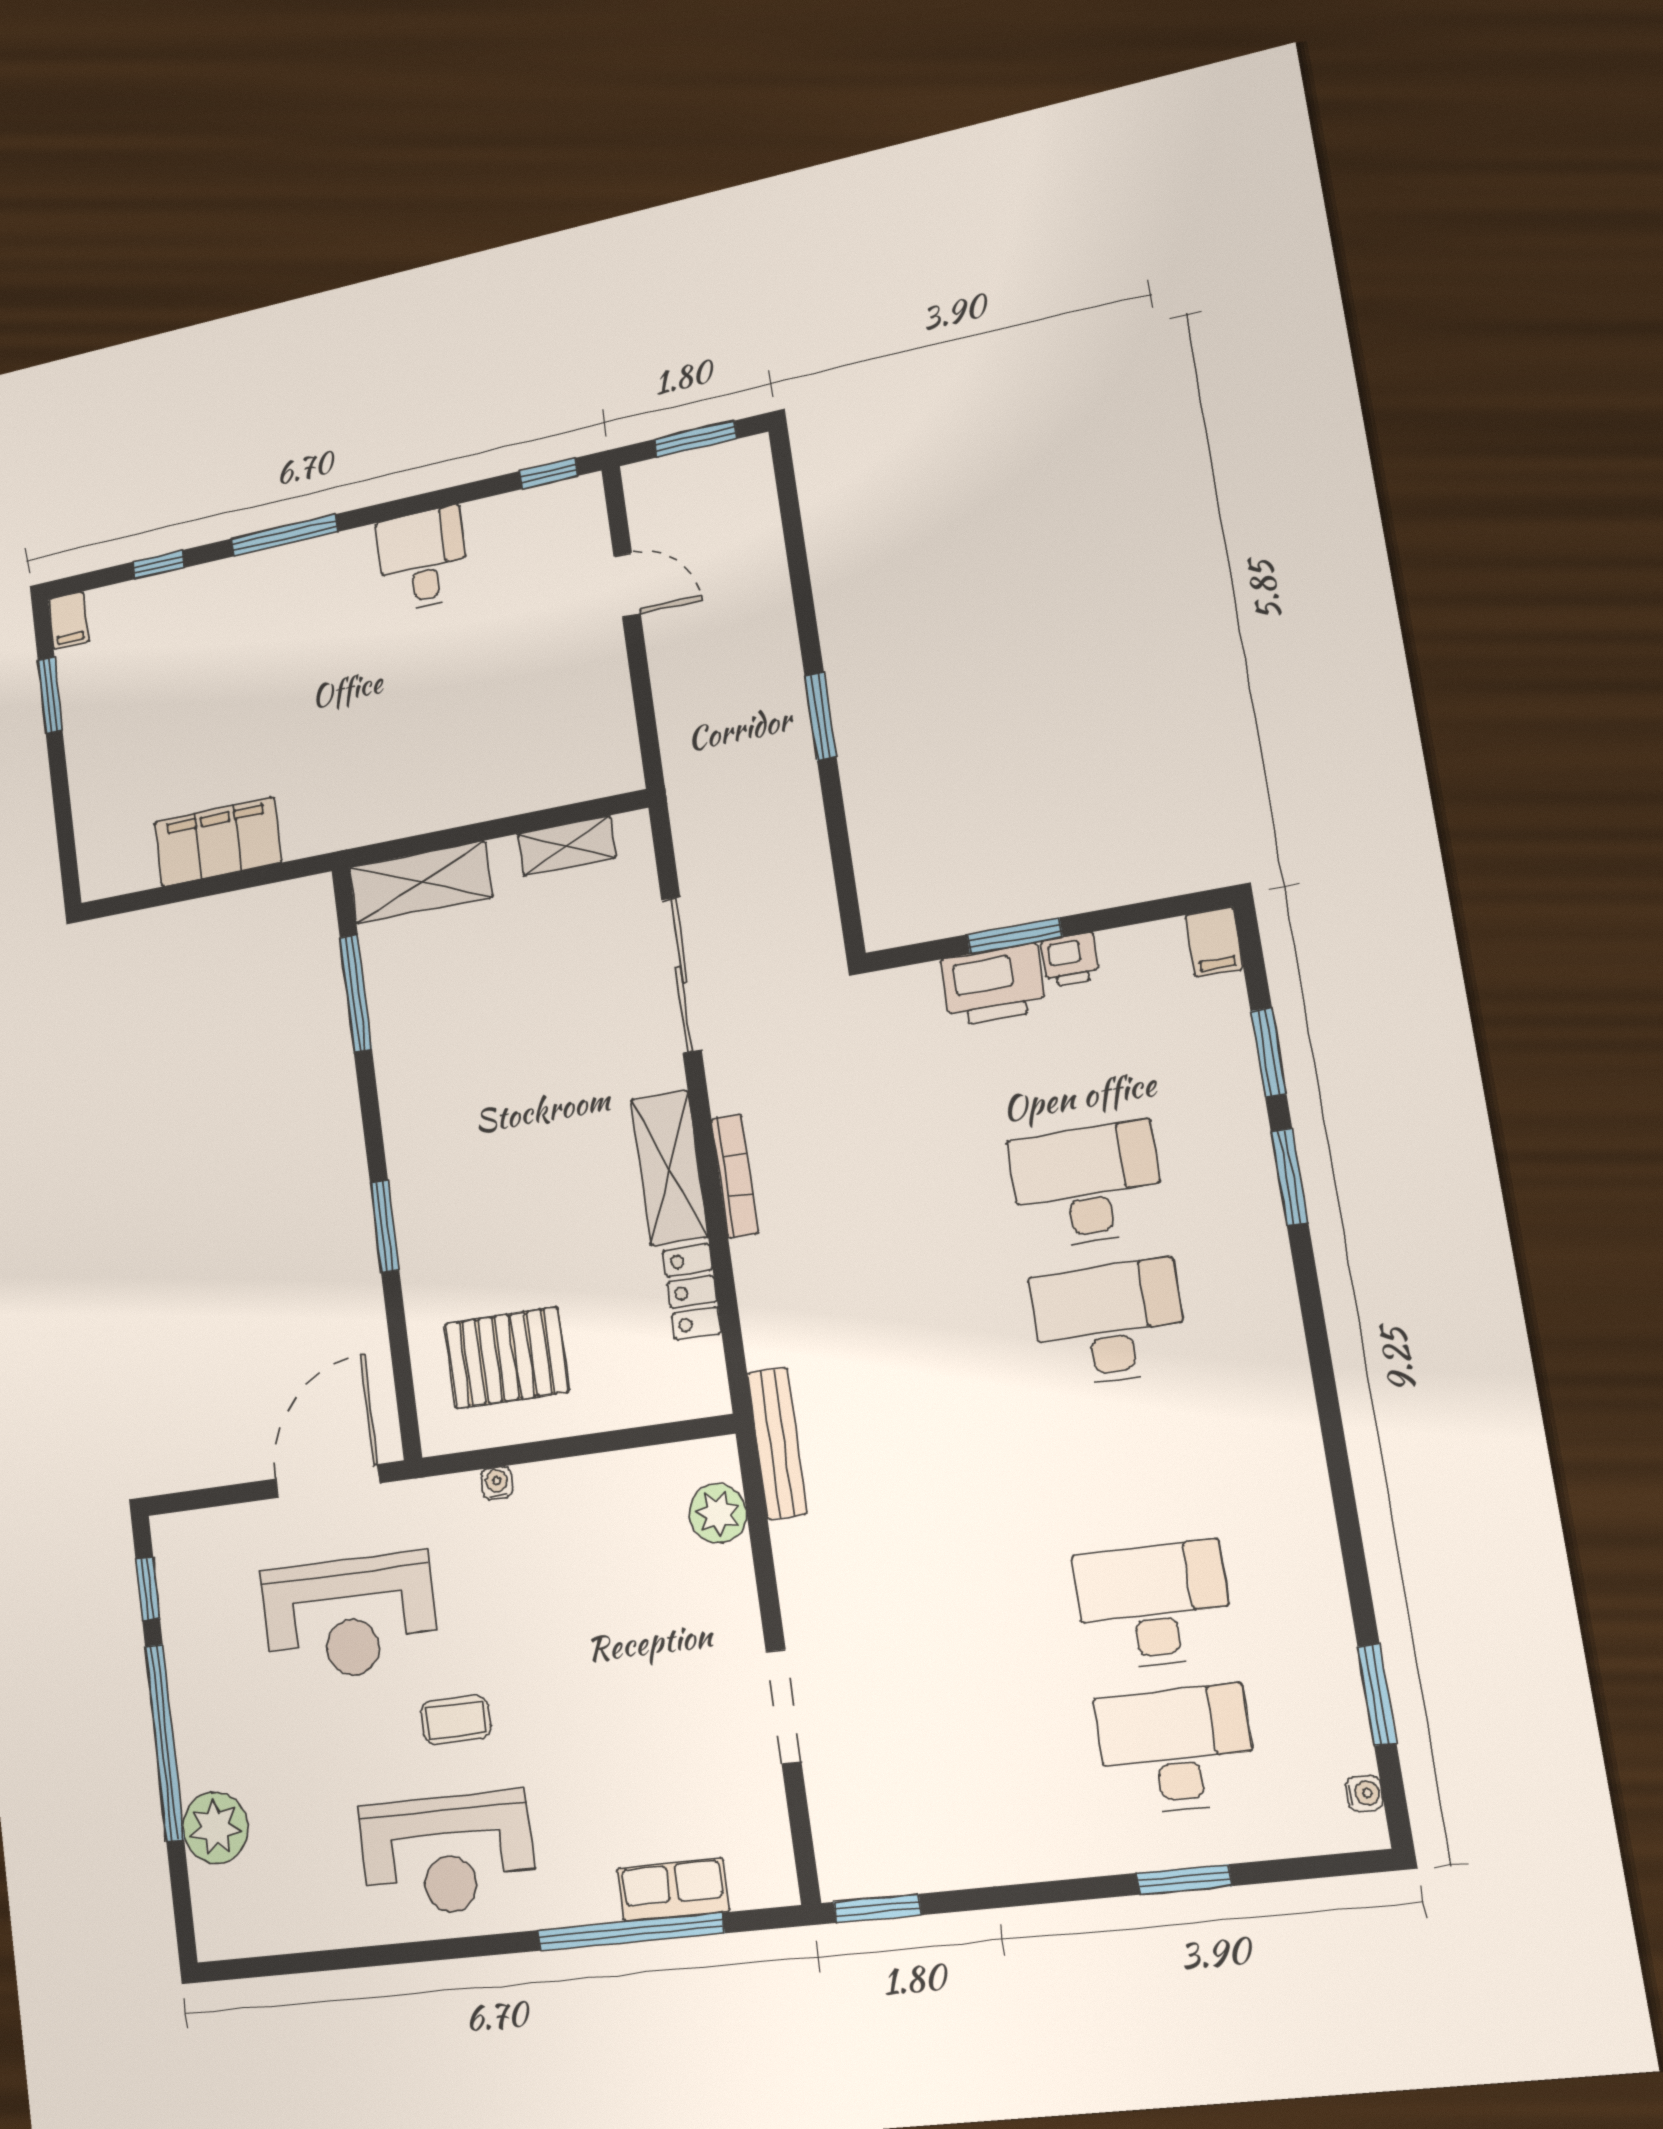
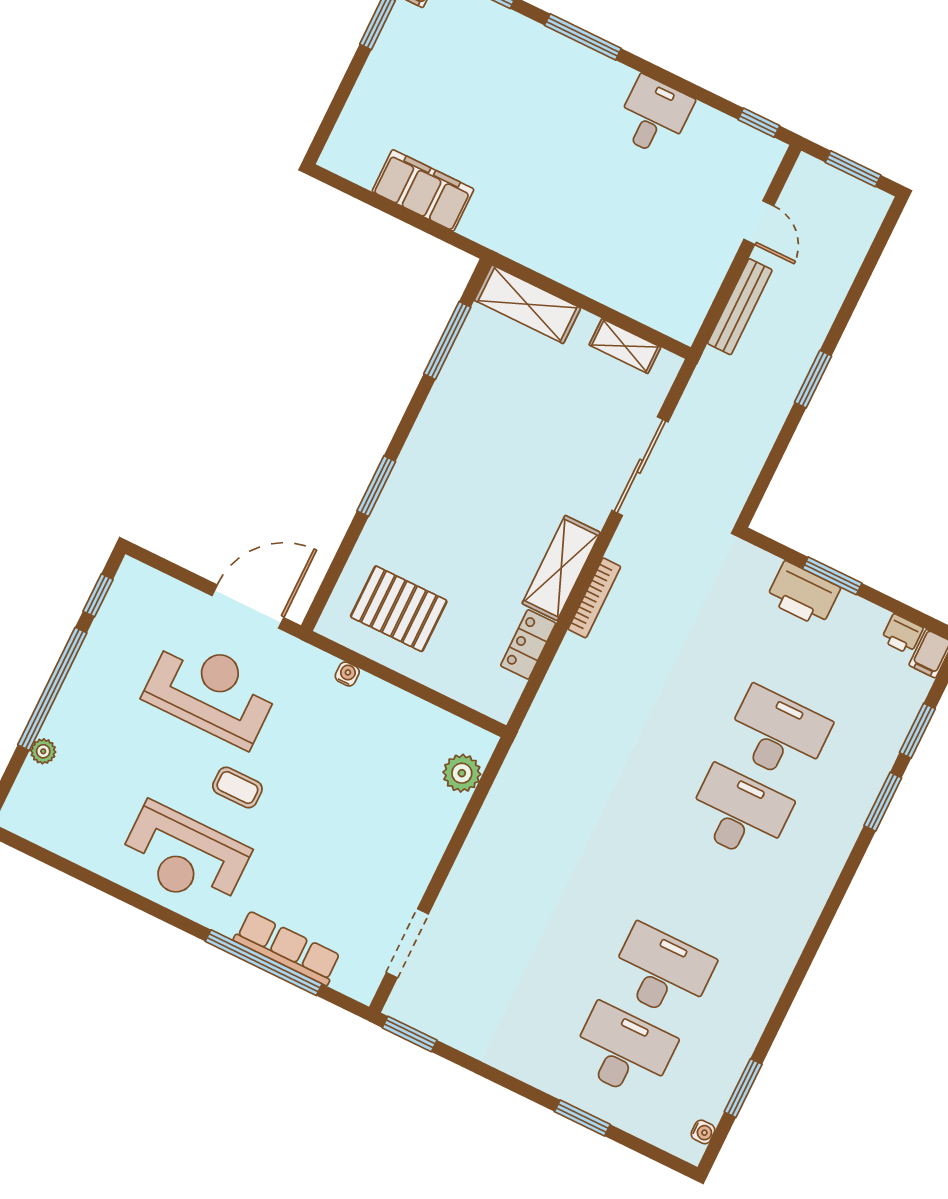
printer: (1070, 960) -> (902, 634), moved
bench: (777, 1443) -> (740, 307), moved
reception desk: (349, 1617) -> (211, 691), turned 180
doorway: (784, 1707) -> (407, 943), moved
plant: (215, 1828) -> (43, 751), width x0.53, depth x0.53
row of seats: (673, 1890) -> (287, 948), width x1.48

